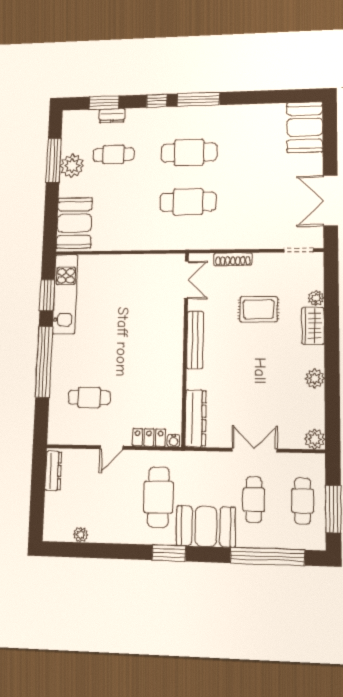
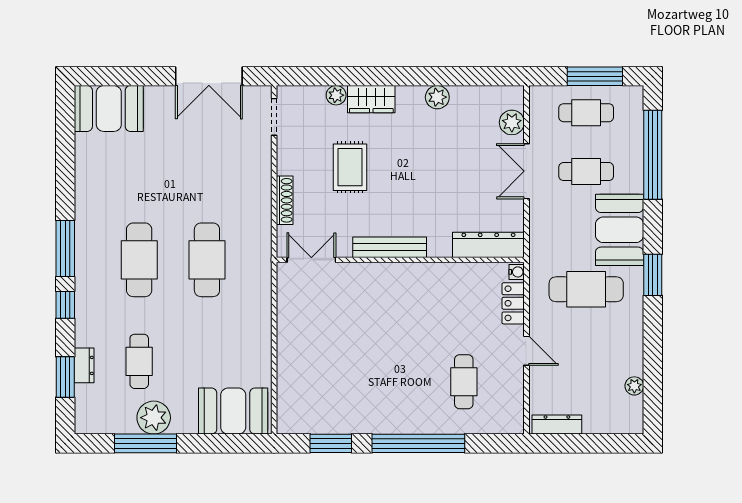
kitchen unit: (65, 294) -> (329, 419), removed
plant: (315, 439) -> (512, 122), moved

